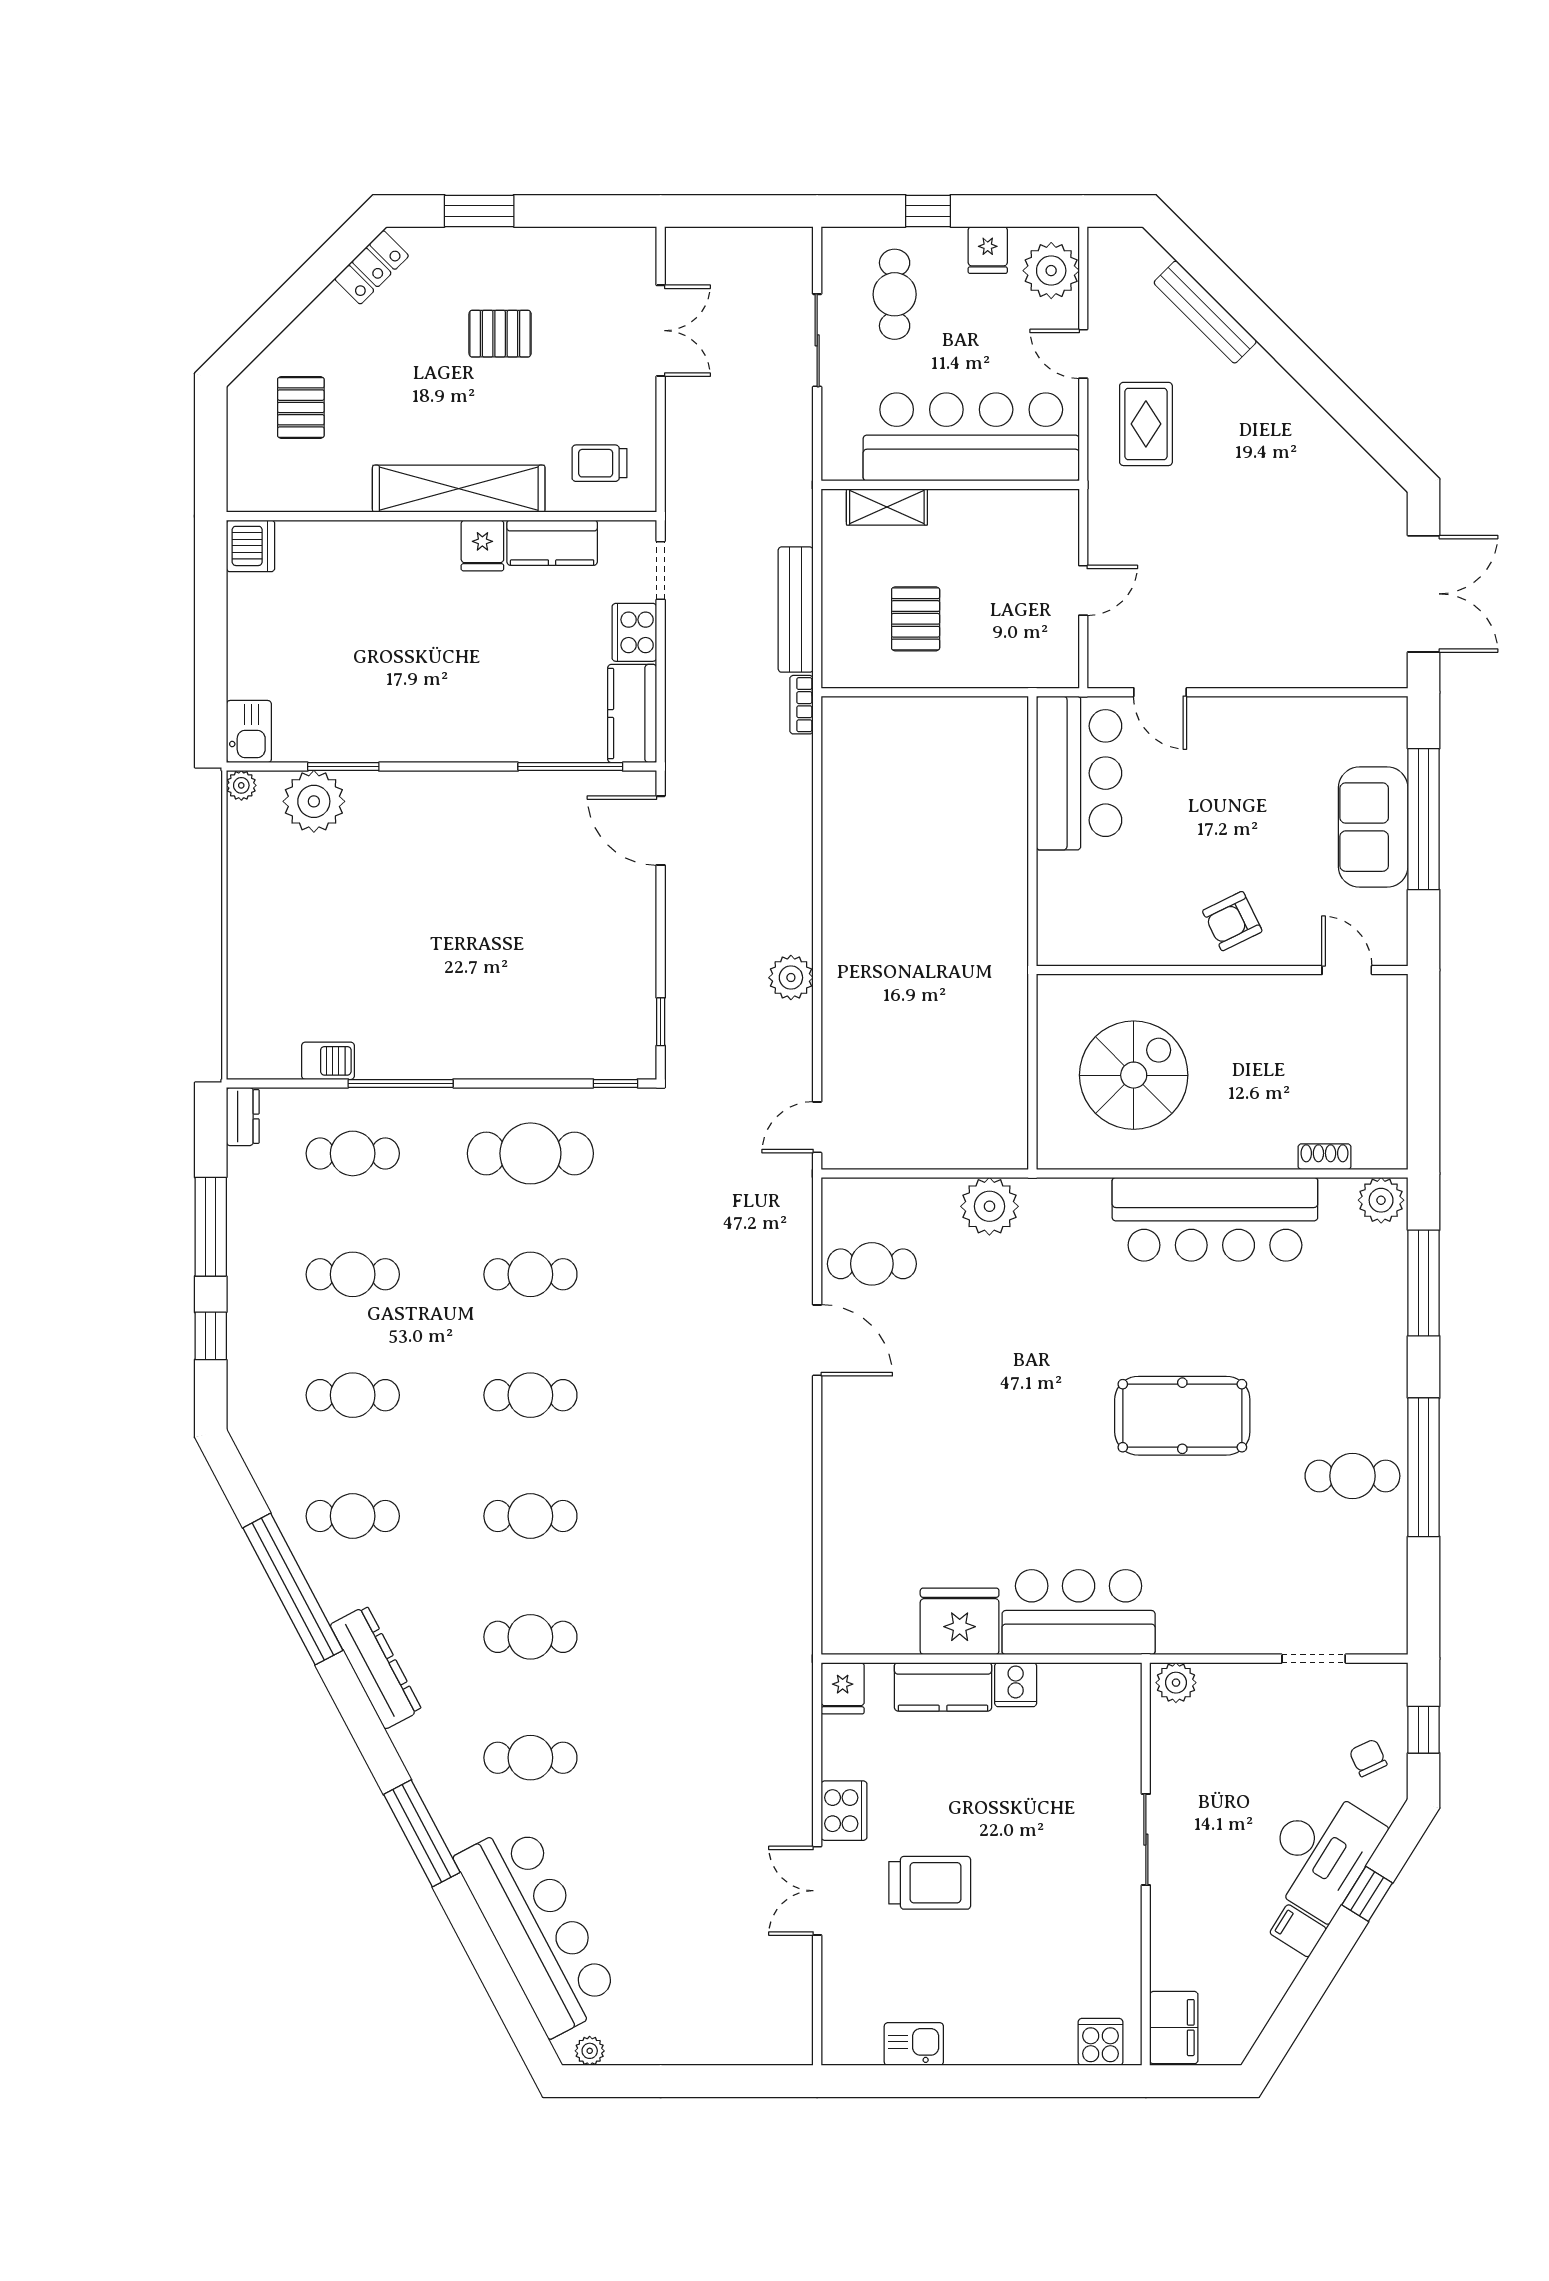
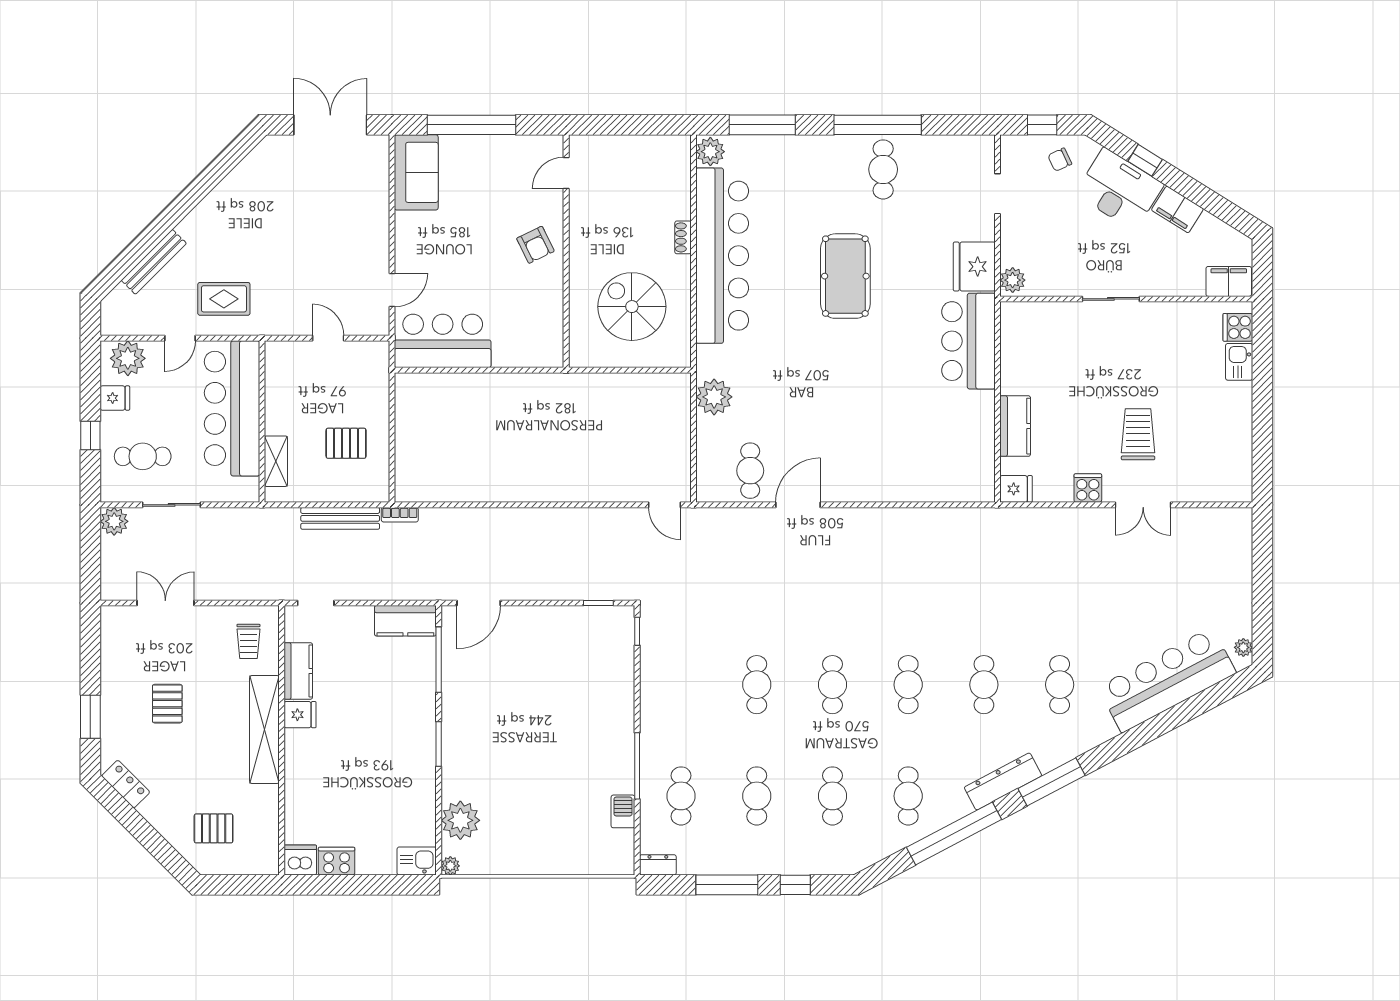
cooker: (634, 632) -> (337, 861), moved, turned 180
window: (343, 767) -> (439, 744), moved
sofa: (1373, 827) -> (416, 172), moved, turned -90
plant: (791, 978) -> (114, 521), moved
cafe table: (530, 1153) -> (681, 685), removed
shoe rack: (1325, 1157) -> (683, 237), moved
bar counter: (1215, 1219) -> (722, 256), width x1.36
fridge: (960, 1621) -> (974, 267), moved
cooker: (1016, 1685) -> (1014, 381), removed
cooker: (844, 1811) -> (1088, 488), width x0.73
window: (422, 1833) -> (1052, 782), moved
filing cabinet: (1298, 1931) -> (1177, 209), width x2.00
kitchen sink: (914, 2044) -> (1239, 362), moved

